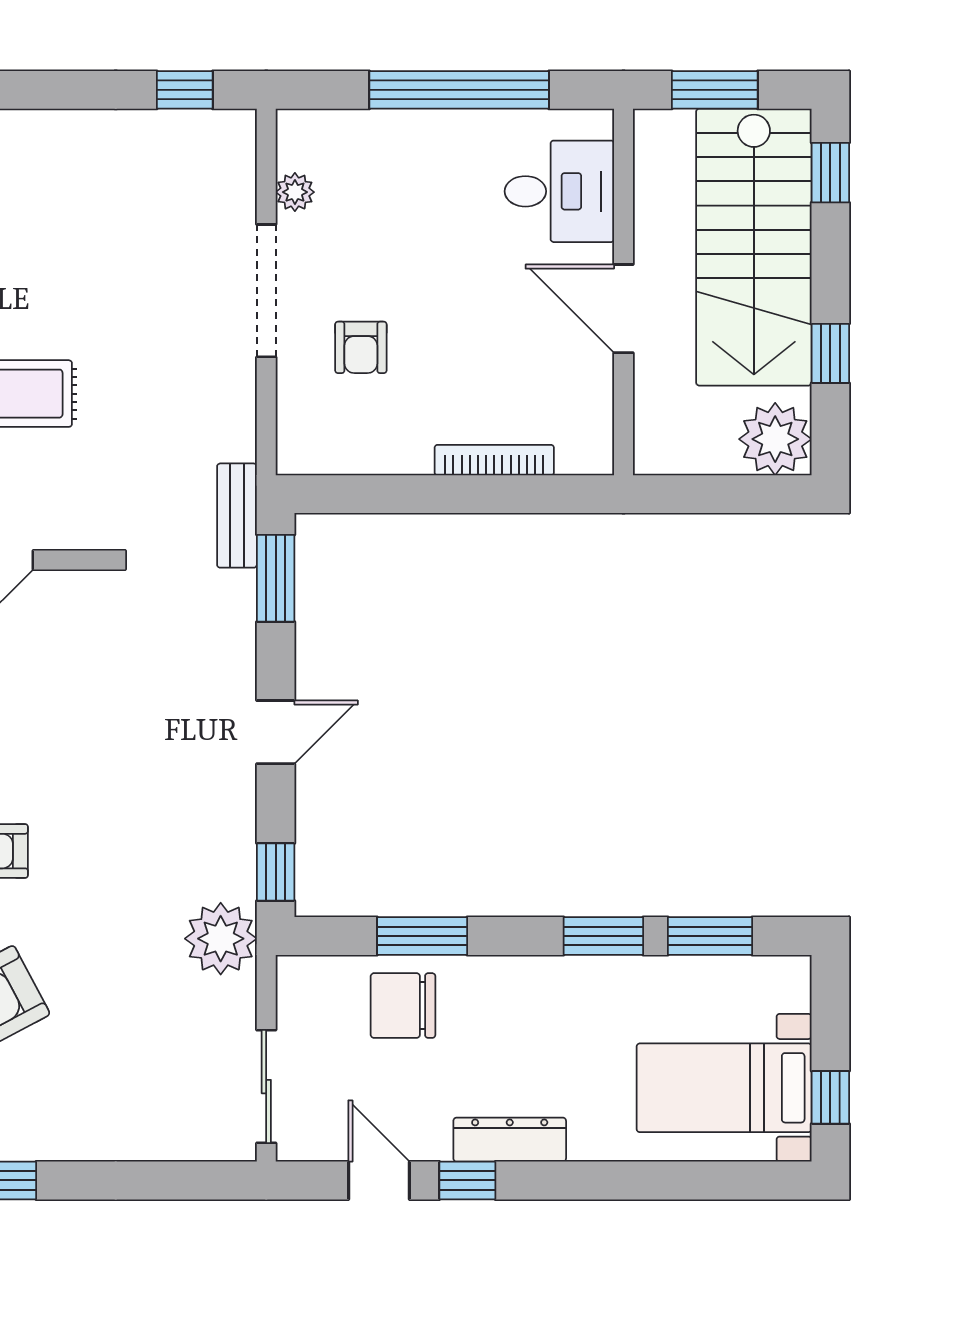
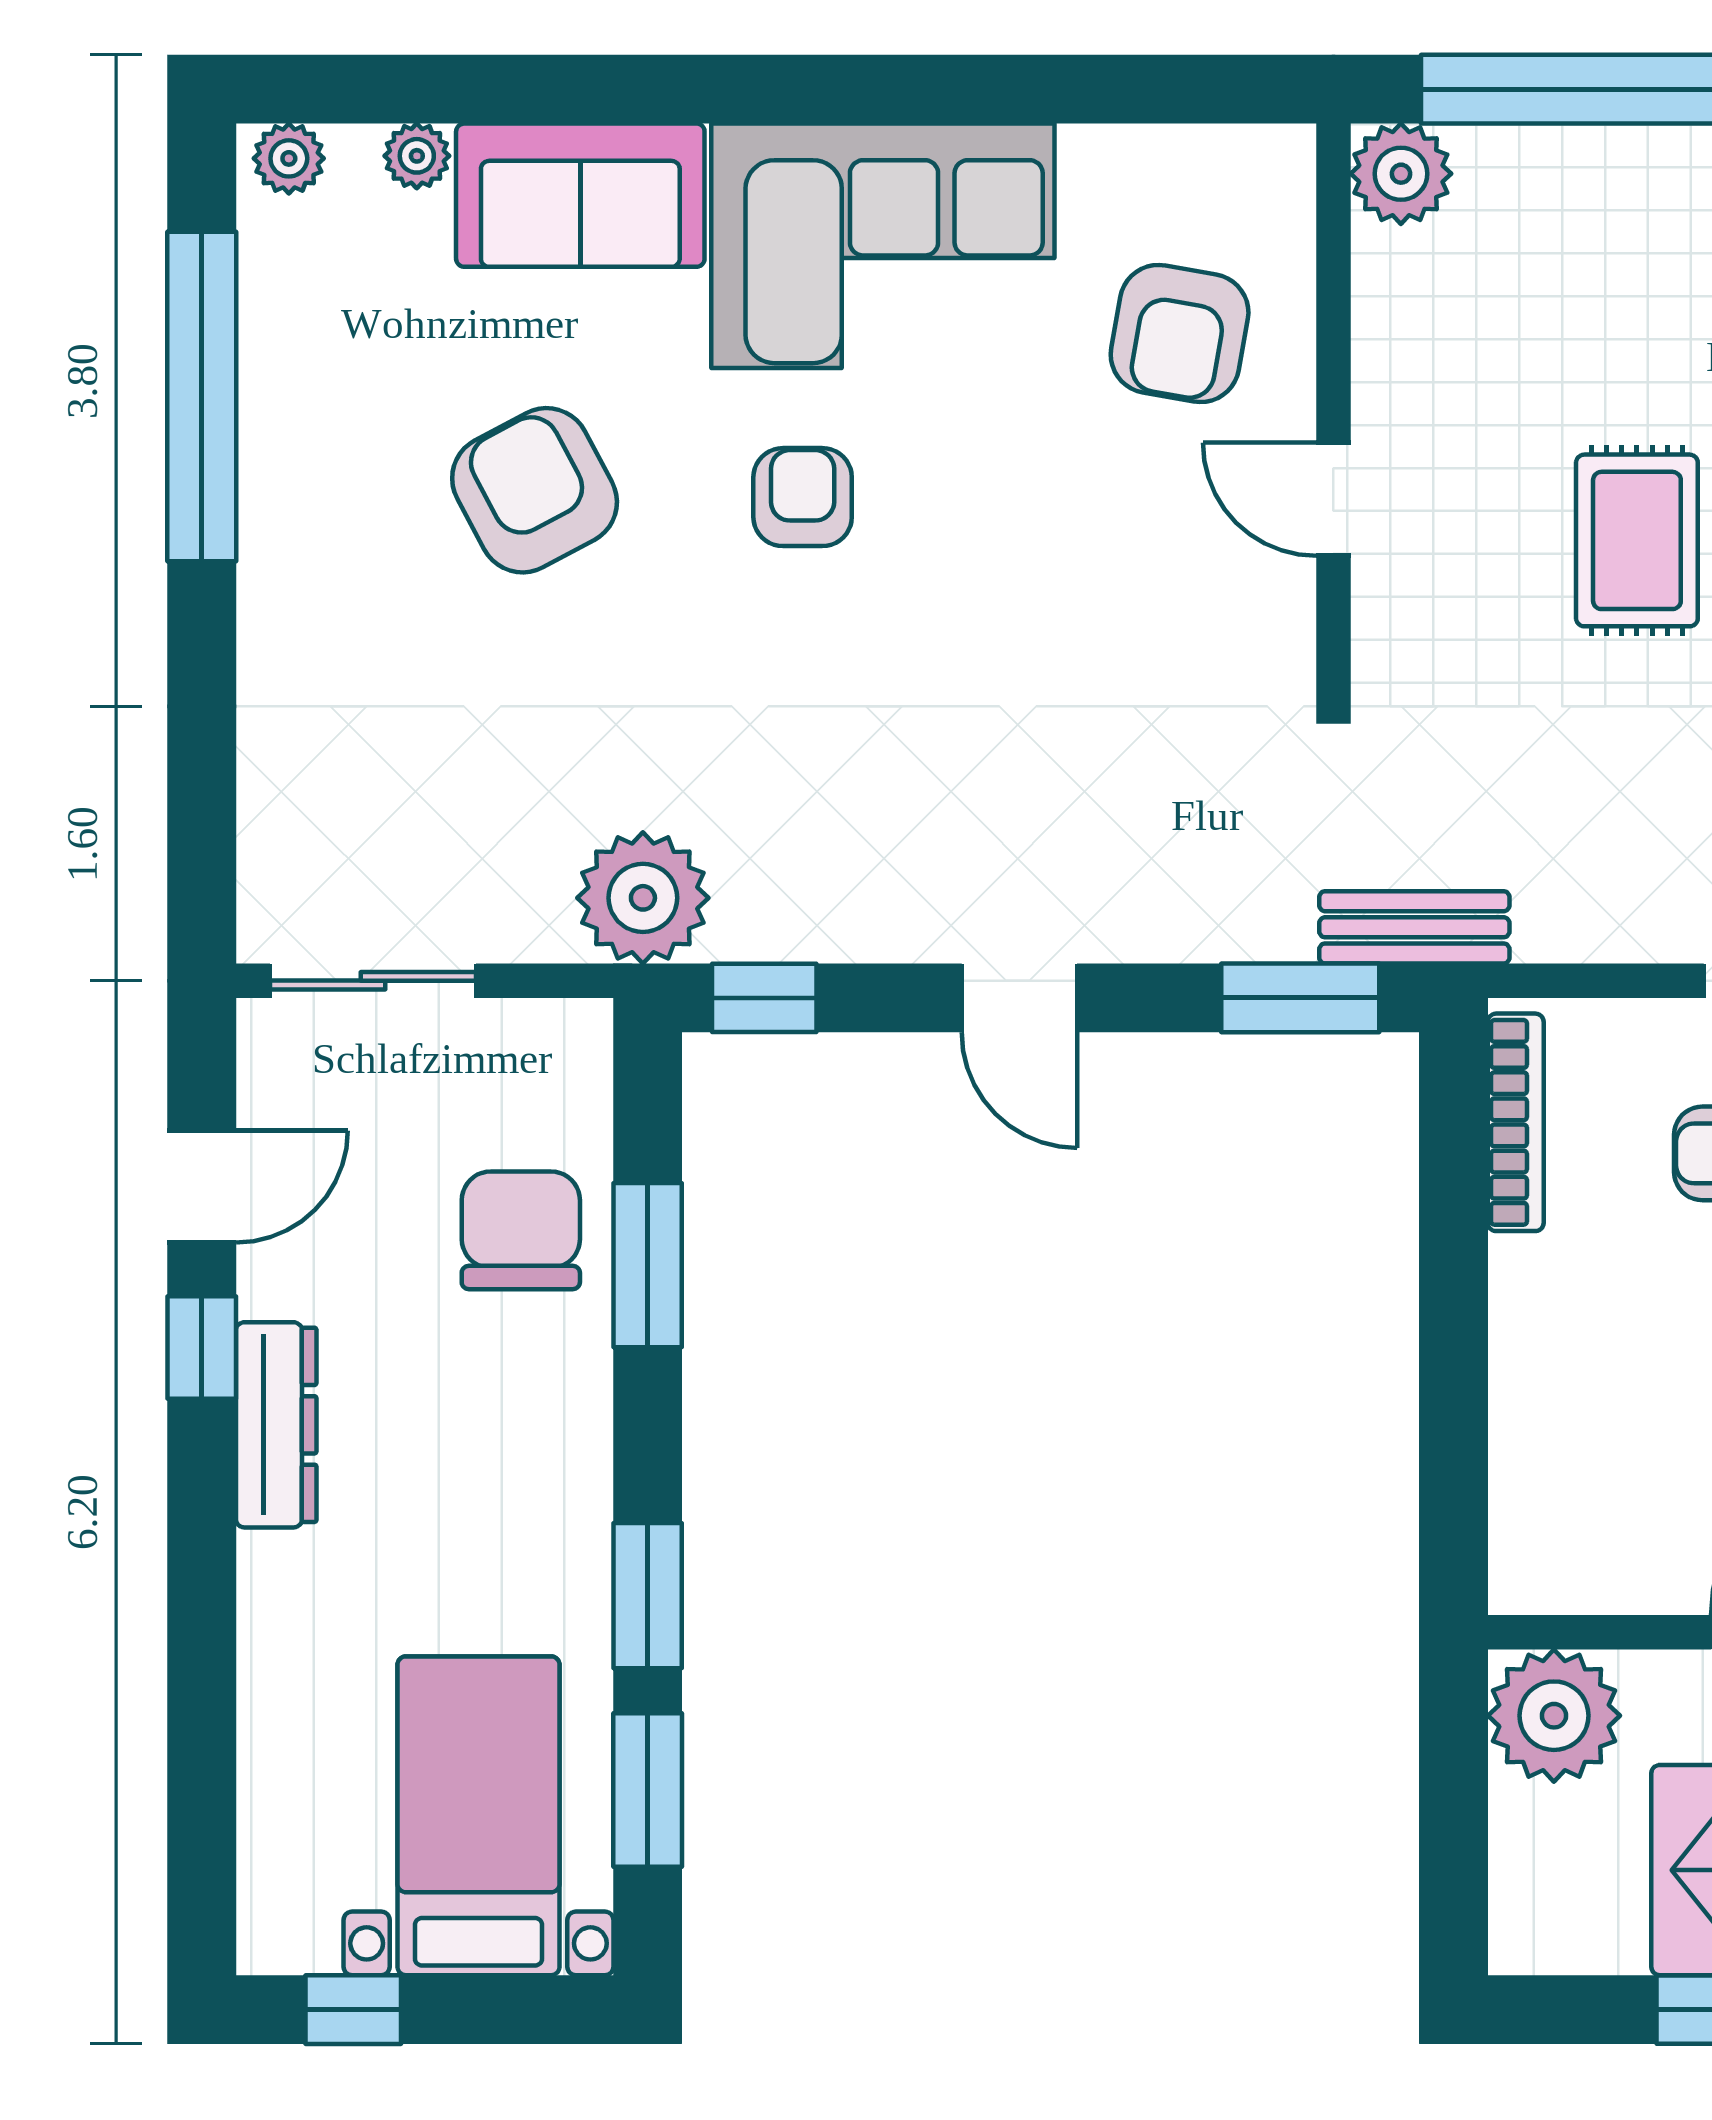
plant: (775, 439) -> (1554, 1716), moved
bookcase: (494, 460) -> (1516, 1122), moved
bed with nightstands: (724, 1088) -> (479, 1816), moved

